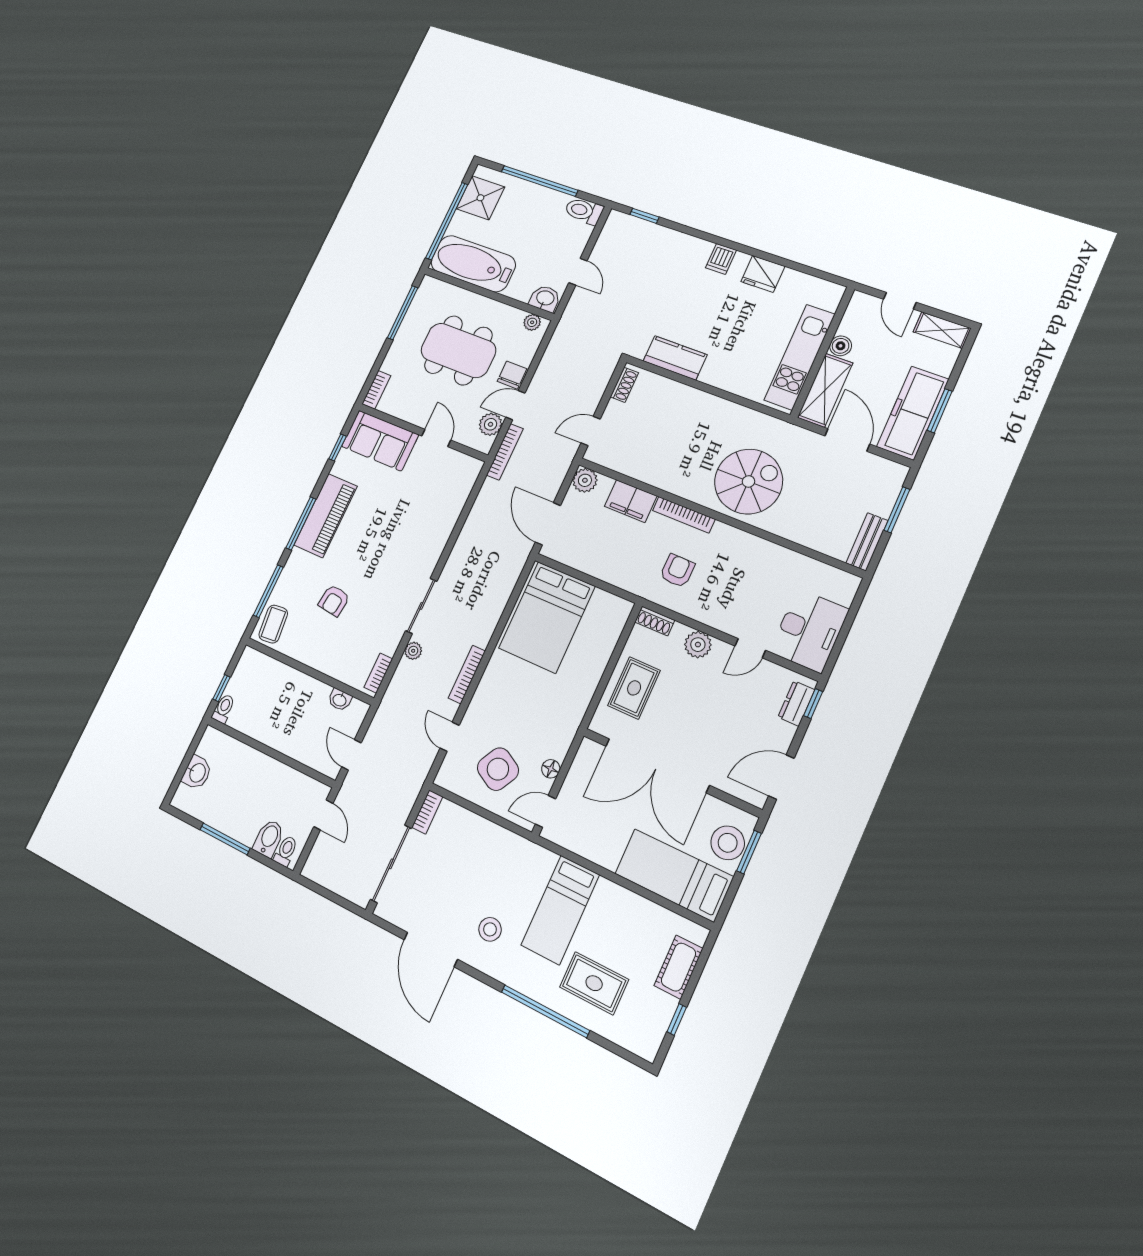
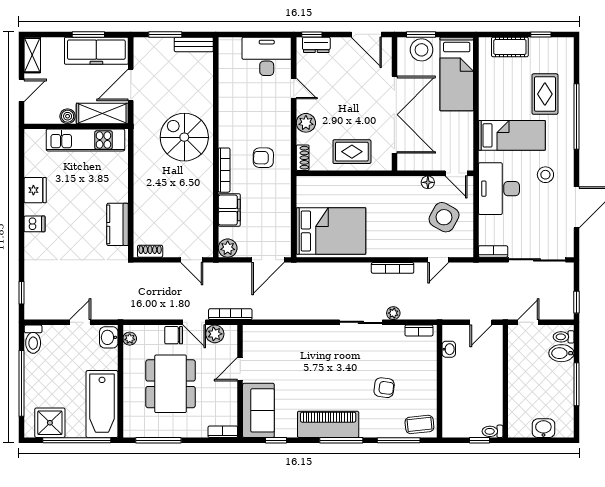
desk: (501, 858) -> (499, 189), added
window: (318, 889) -> (576, 302), added

